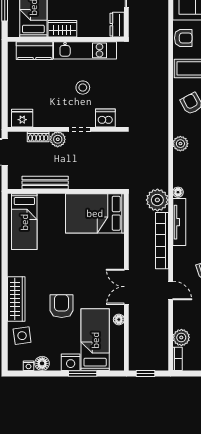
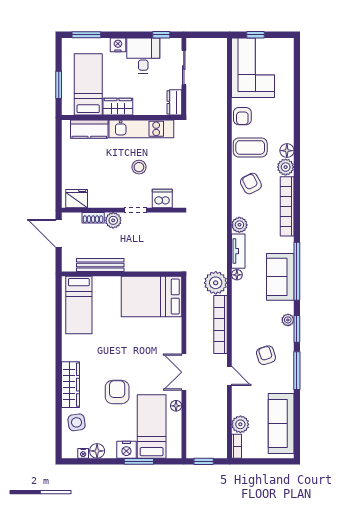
armchair: (183, 38) -> (242, 116), turned 90
tv unit: (179, 222) -> (238, 251), moved, width x0.71

